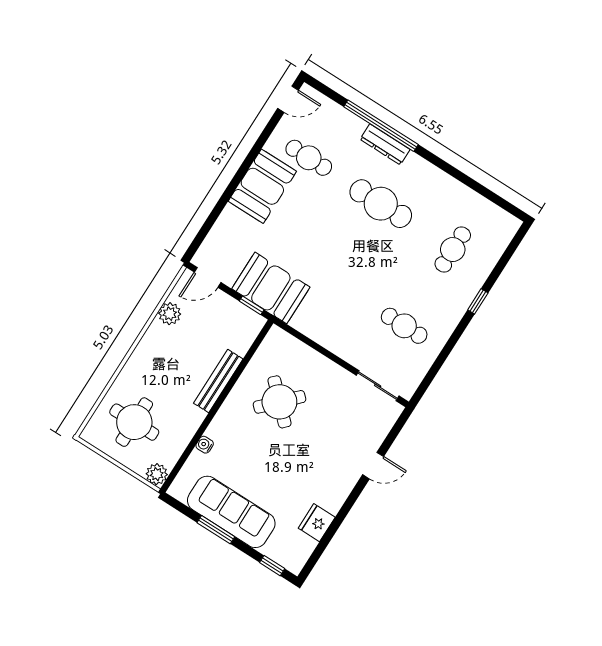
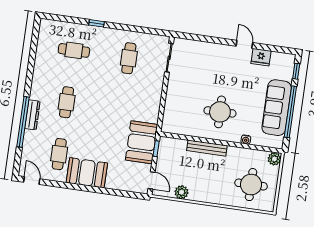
cafe table: (381, 204) -> (67, 102), width x0.73, depth x0.74
round table: (279, 402) -> (220, 112), moved, turned 45
door: (373, 466) -> (244, 44), moved
window: (216, 530) -> (290, 112), width x2.11

